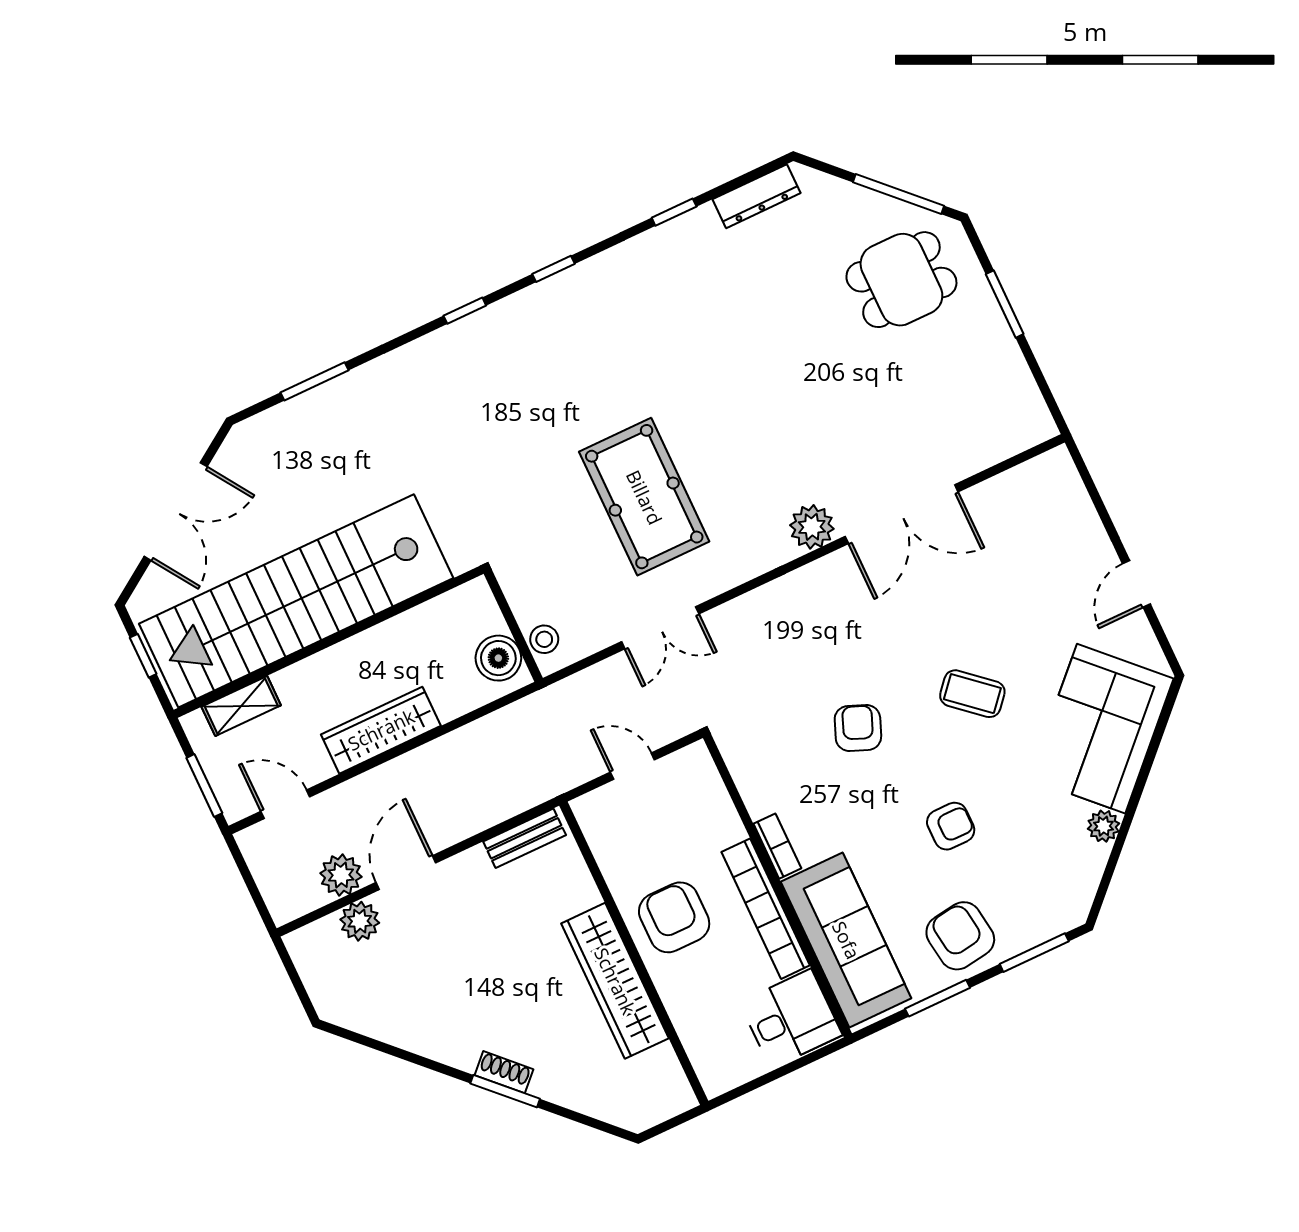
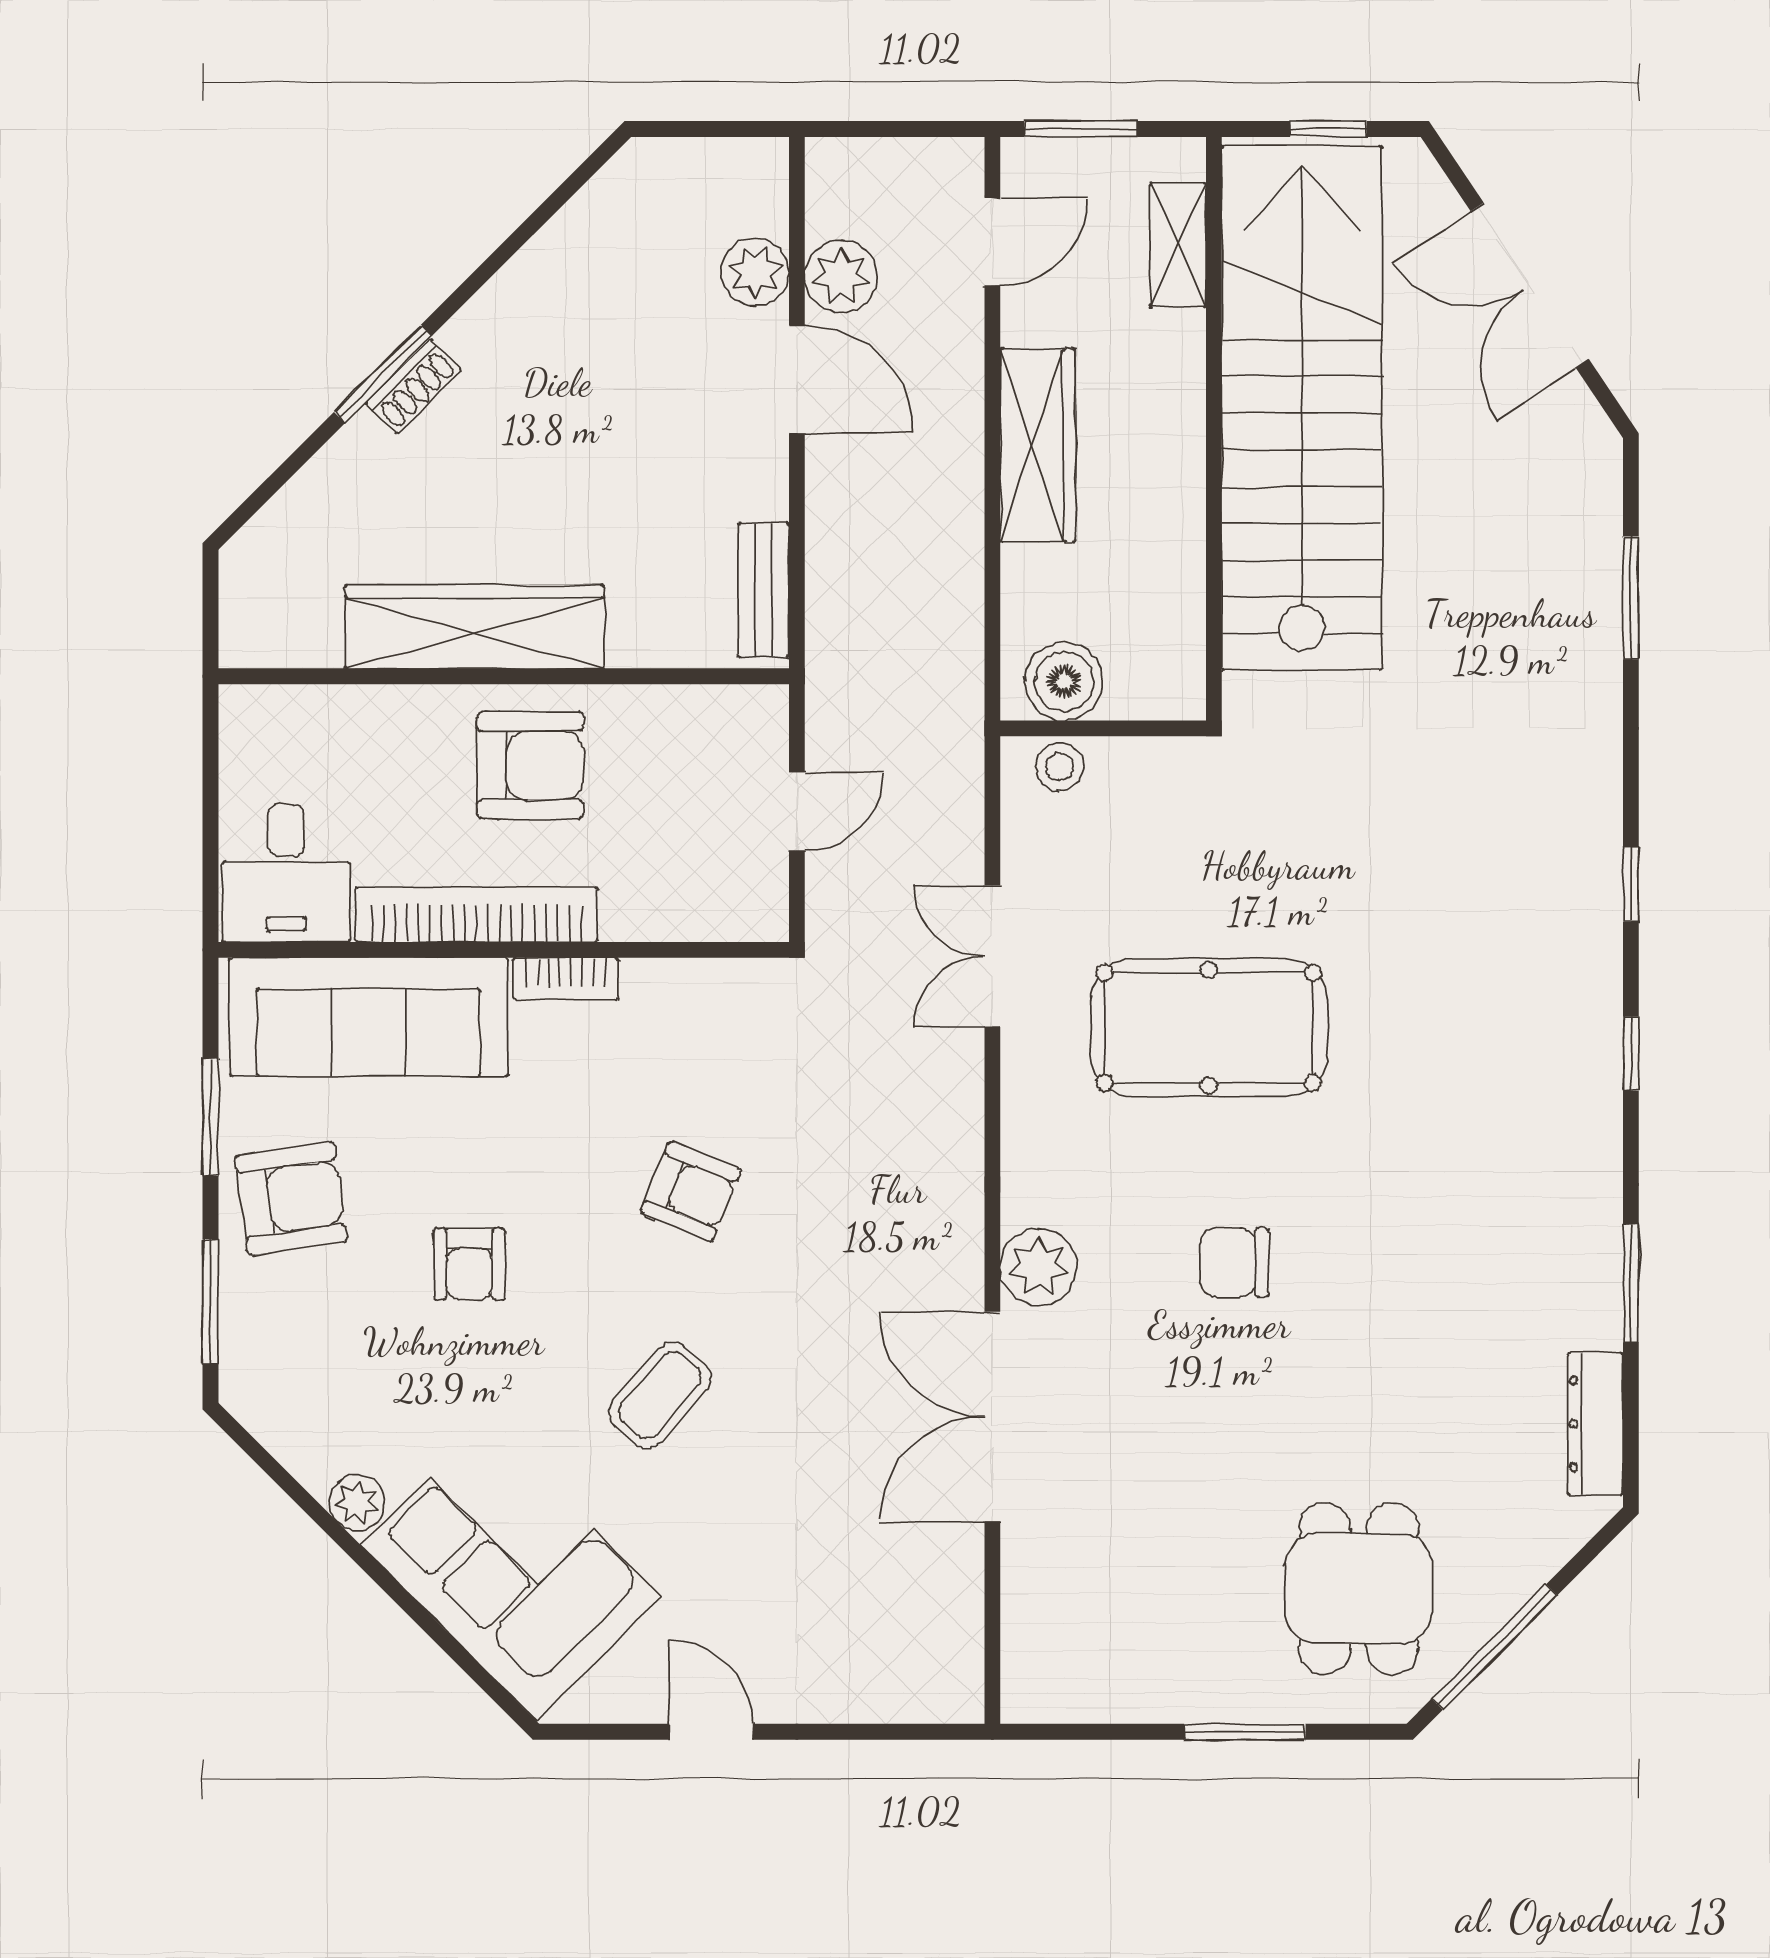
window: (674, 212) -> (1631, 1283), width x1.50
chair: (761, 425) -> (1234, 1262), added

